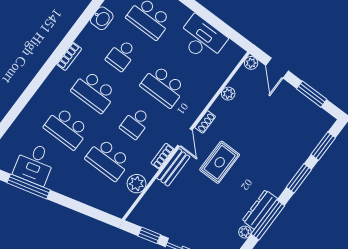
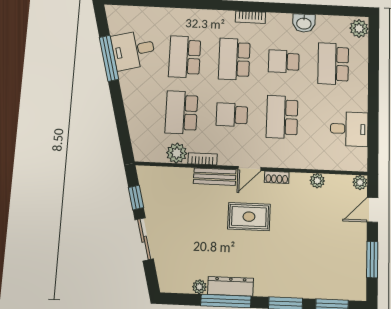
desk: (202, 39) -> (349, 129), width x0.73
bookcase: (162, 156) -> (203, 159), moved

